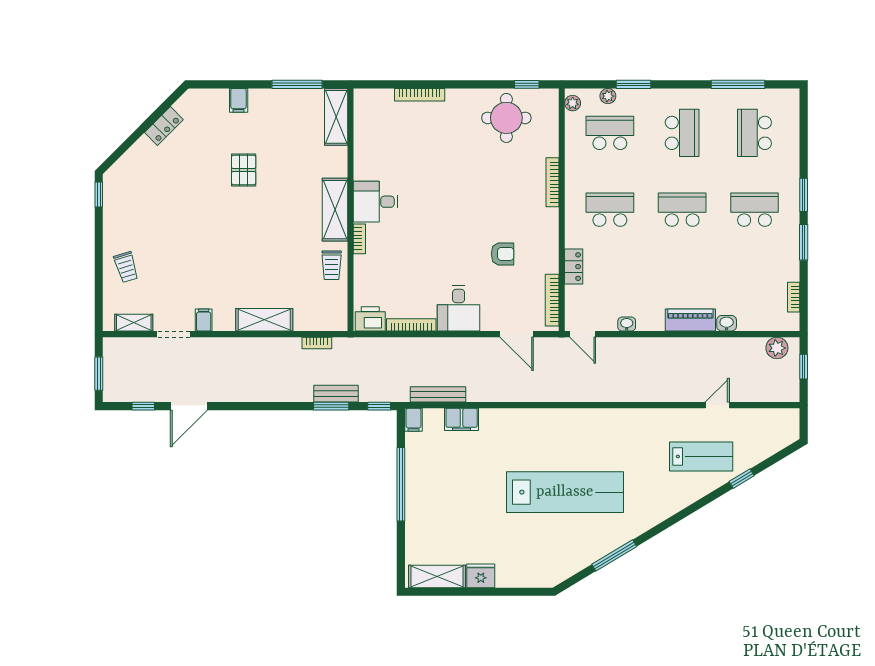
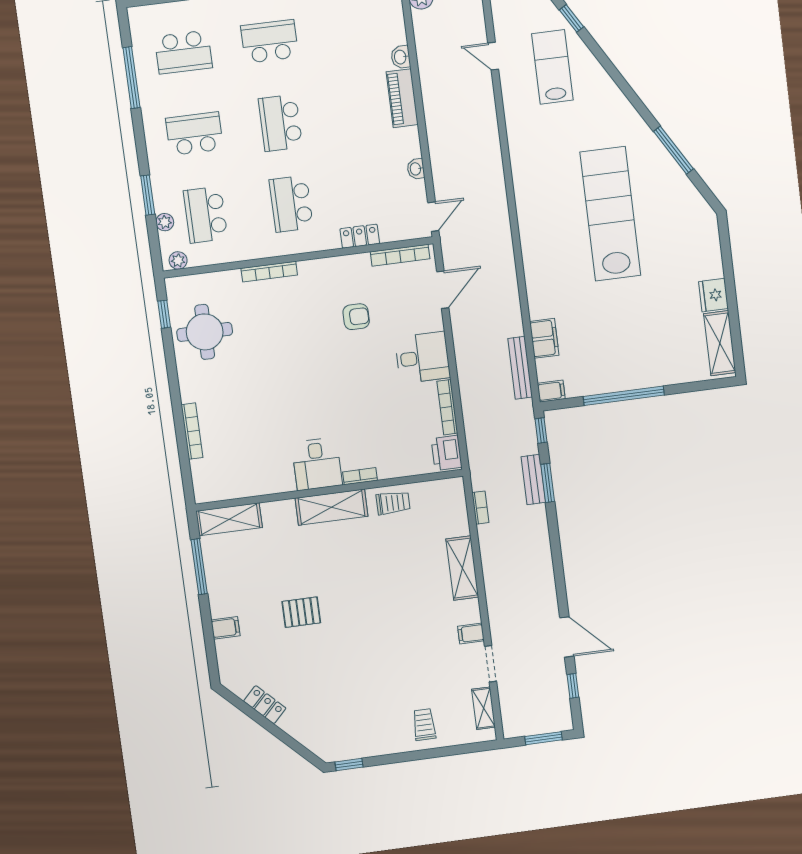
school desk: (755, 210) -> (270, 41), turned 90
armchair: (503, 254) -> (356, 317), turned 90
trolley: (126, 267) -> (424, 725), turned -73

